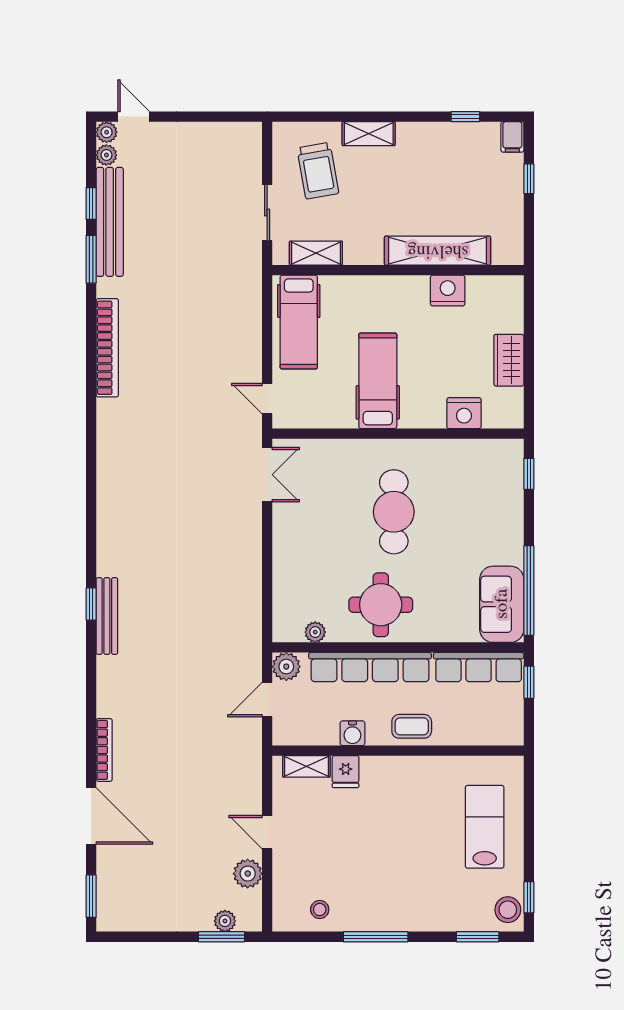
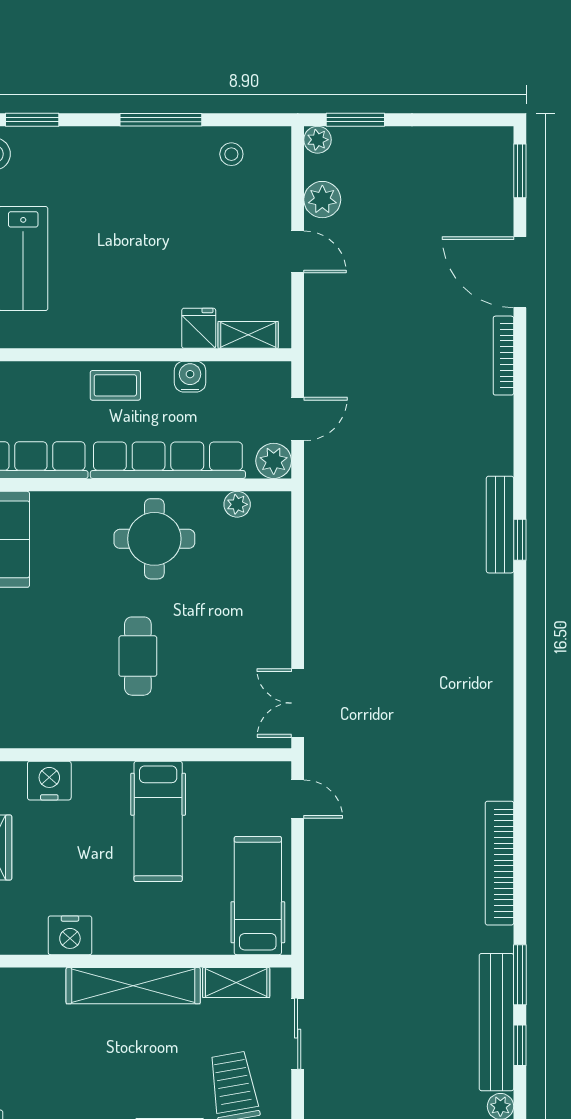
shelving: (438, 251) -> (133, 986), moved
cafe table: (394, 512) -> (138, 656), width x0.73, depth x0.74
plant: (225, 921) -> (318, 140), moved

